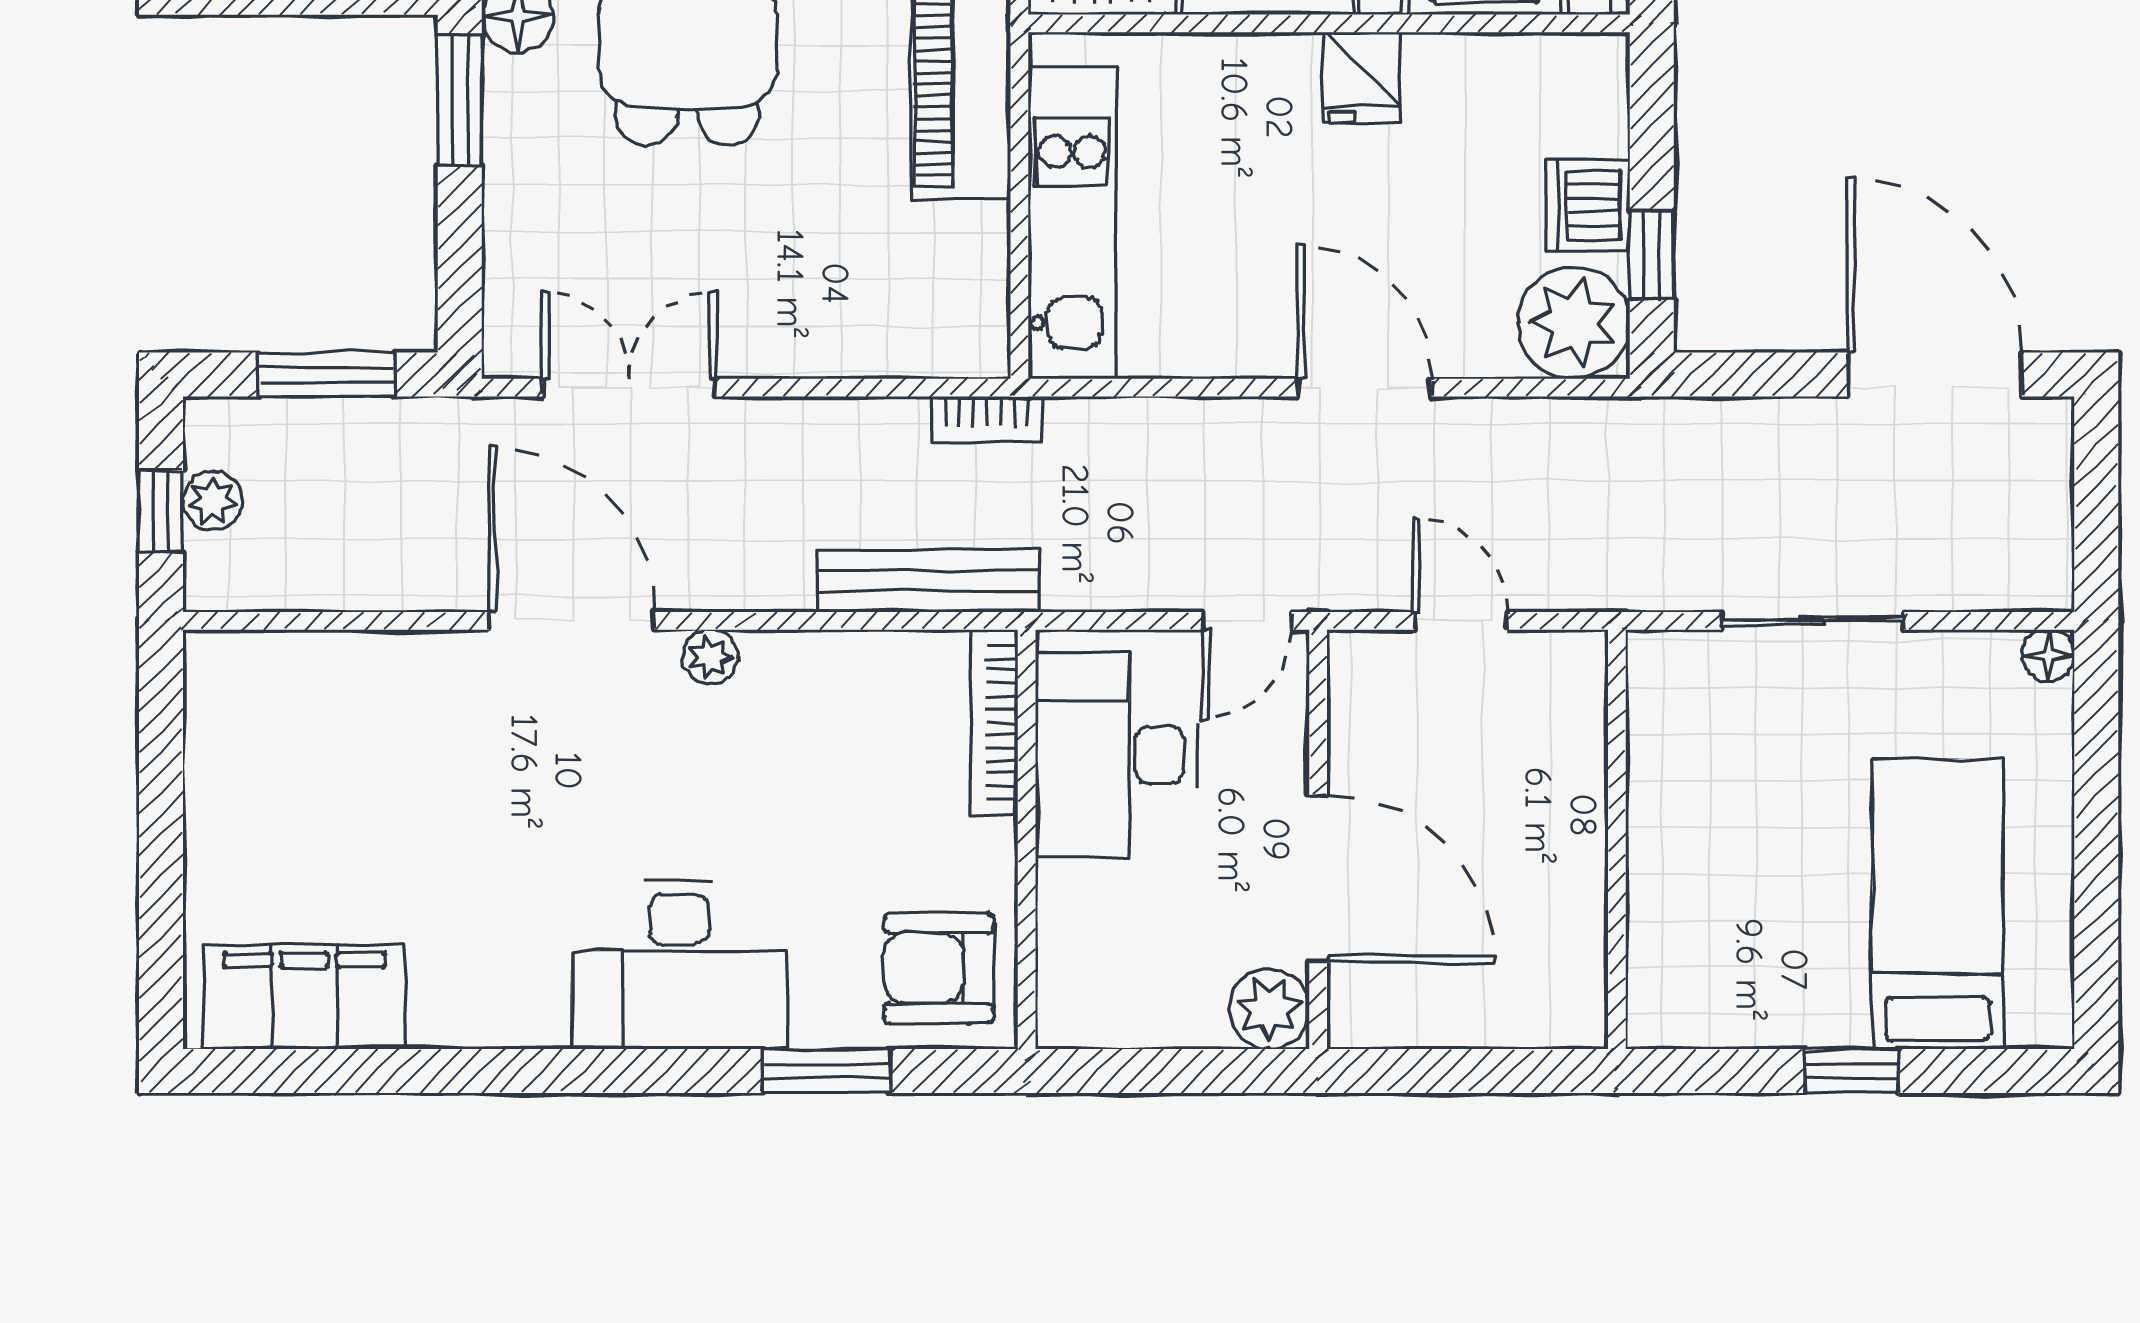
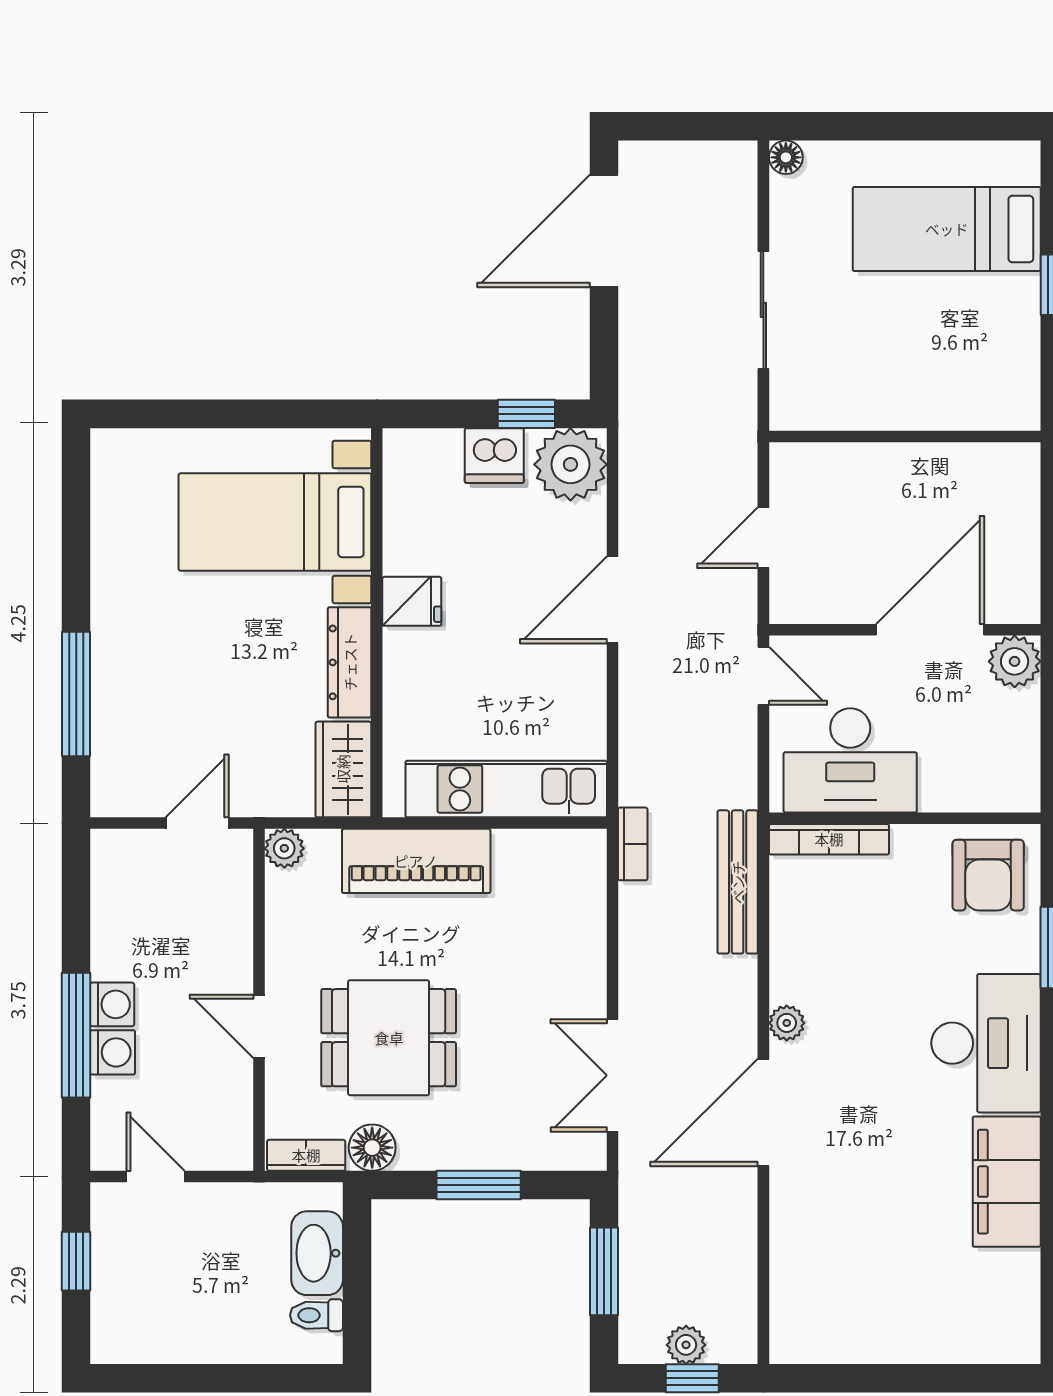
window: (460, 100) -> (479, 1185), moved
filing cabinet: (304, 997) -> (1007, 1182), moved

